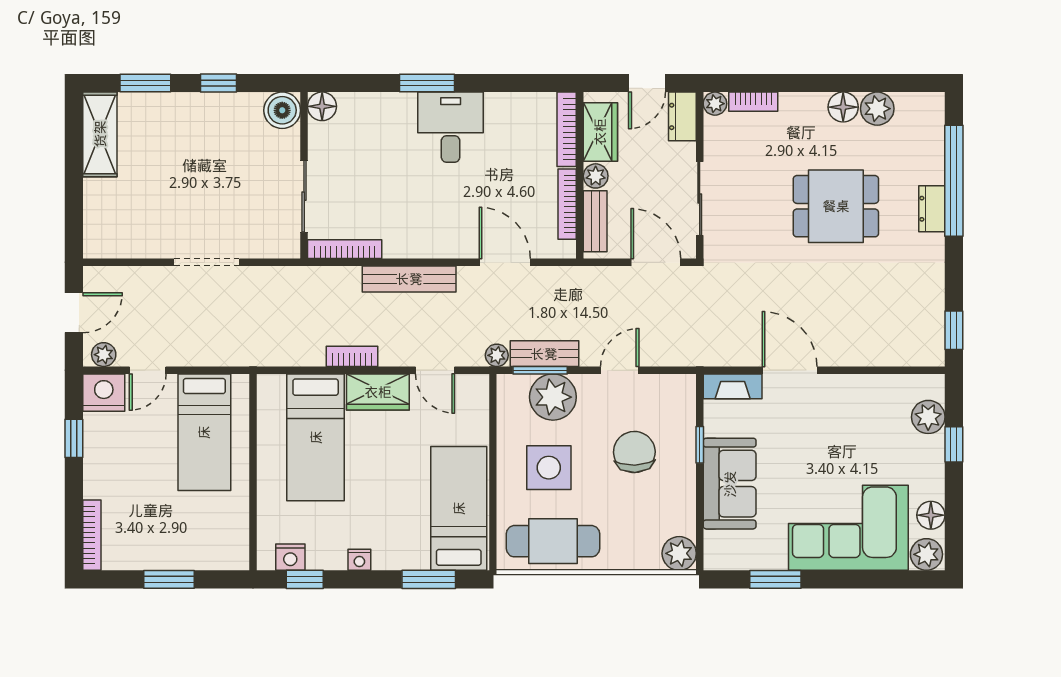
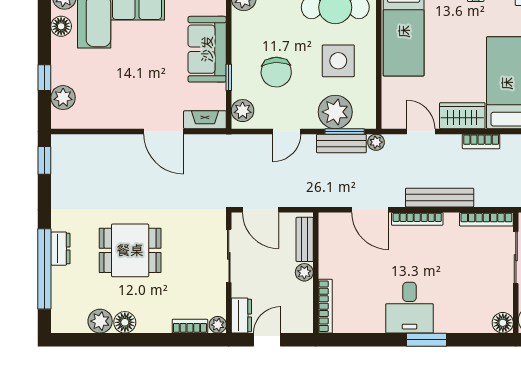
wardrobe: (600, 132) -> (301, 304), removed
bookcase: (567, 204) -> (417, 219), moved, turned 90
plant: (681, 399) -> (243, 111), added

